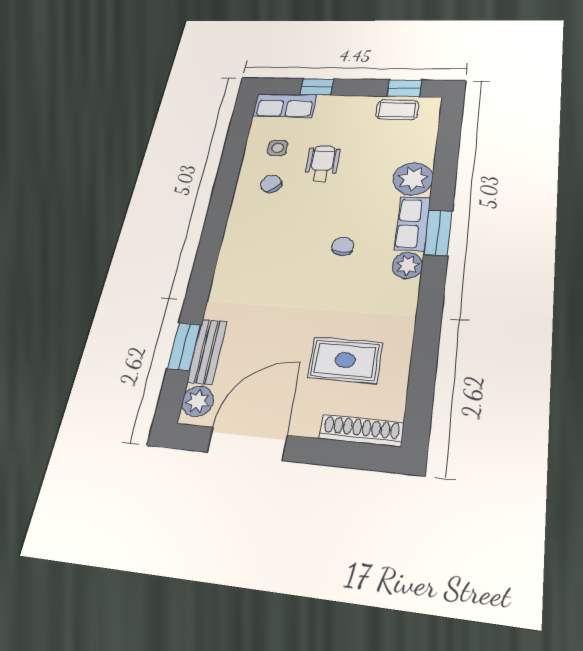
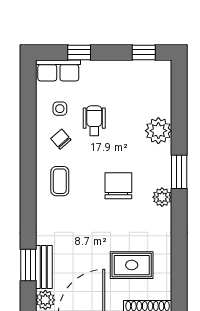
coffee table: (397, 110) -> (60, 181), moved, turned 90
row of seats: (413, 223) -> (162, 166), removed
chair: (343, 246) -> (118, 186), width x1.87, depth x1.87

